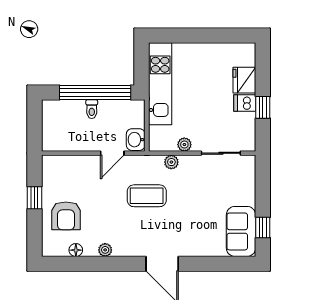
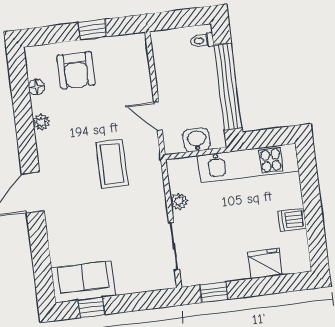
dishwasher: (245, 103) -> (292, 220), moved, turned -90
window: (263, 107) -> (214, 292), moved
toilet: (92, 109) -> (202, 40), moved
washbasin: (136, 140) -> (197, 140), moved
plant: (171, 162) -> (156, 188), removed
armchair: (66, 216) -> (76, 70), turned -90

